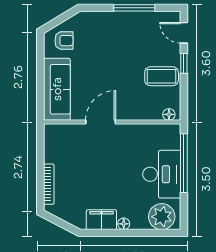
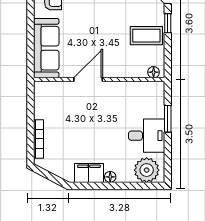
window: (184, 163) -> (168, 119), width x0.47
desk: (162, 174) -> (147, 136), width x0.73

